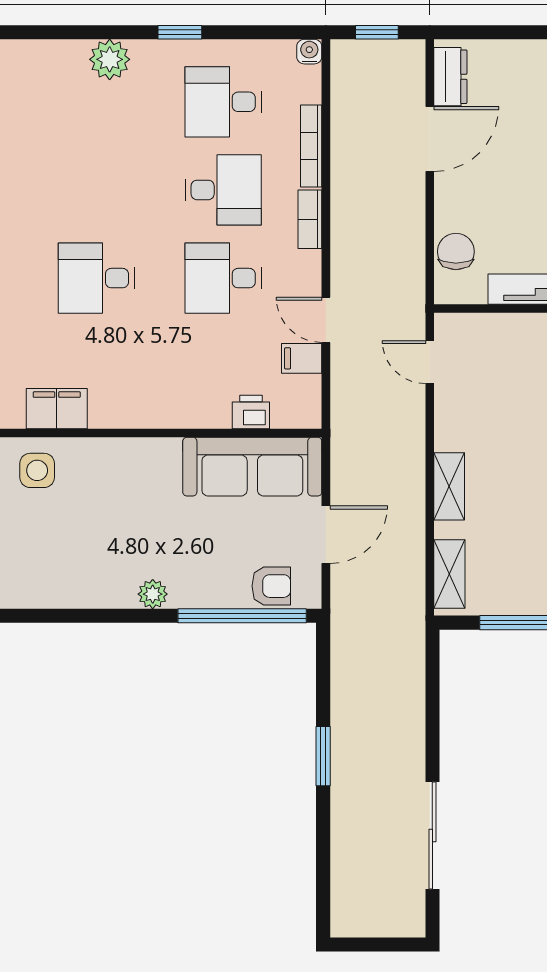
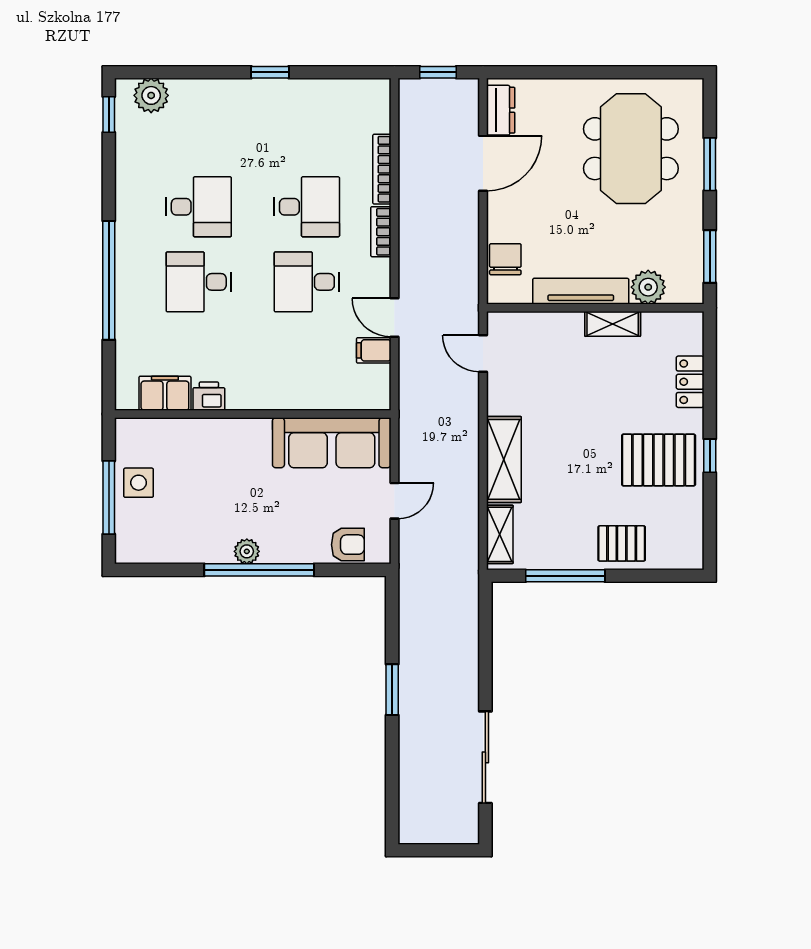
water cooler: (309, 52) -> (380, 89), removed
plant: (110, 59) -> (151, 95), moved
desk: (223, 102) -> (199, 207), moved, turned 180
printer: (251, 412) -> (209, 396), moved
side table: (37, 470) -> (139, 483), moved
shelving: (449, 486) -> (504, 459), width x1.50, depth x1.33
door: (326, 535) -> (394, 501), width x0.73
window: (242, 616) -> (259, 570), moved

